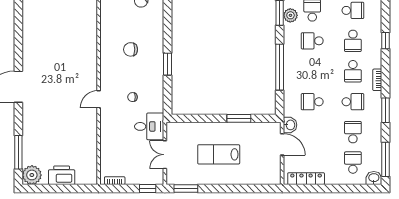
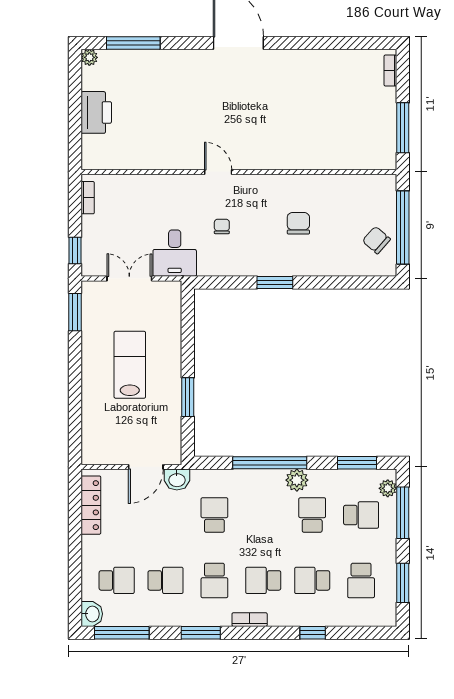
plant: (290, 15) -> (297, 480), moved
plant: (32, 175) -> (89, 57), width x0.53, depth x0.53

